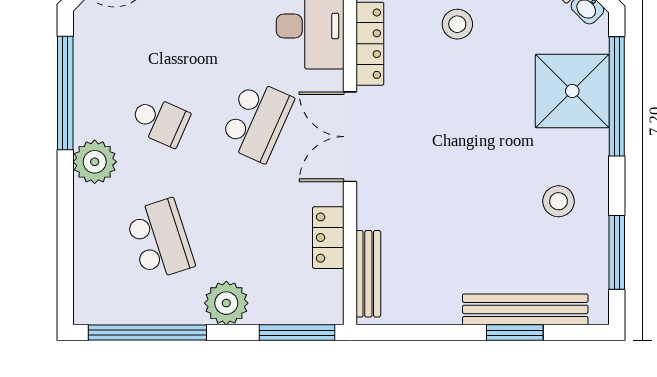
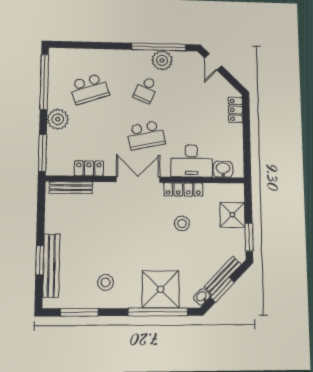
stool: (457, 24) -> (182, 224), moved
school desk: (257, 121) -> (146, 135), turned -36
plant: (95, 162) -> (162, 60), moved

